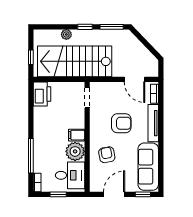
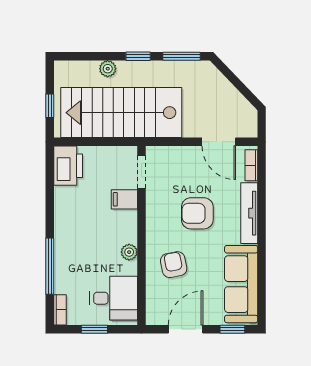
armchair: (121, 123) -> (197, 213), turned 180
filing cabinet: (77, 135) -> (124, 199), moved
plant: (75, 151) -> (129, 252), width x0.53, depth x0.53

